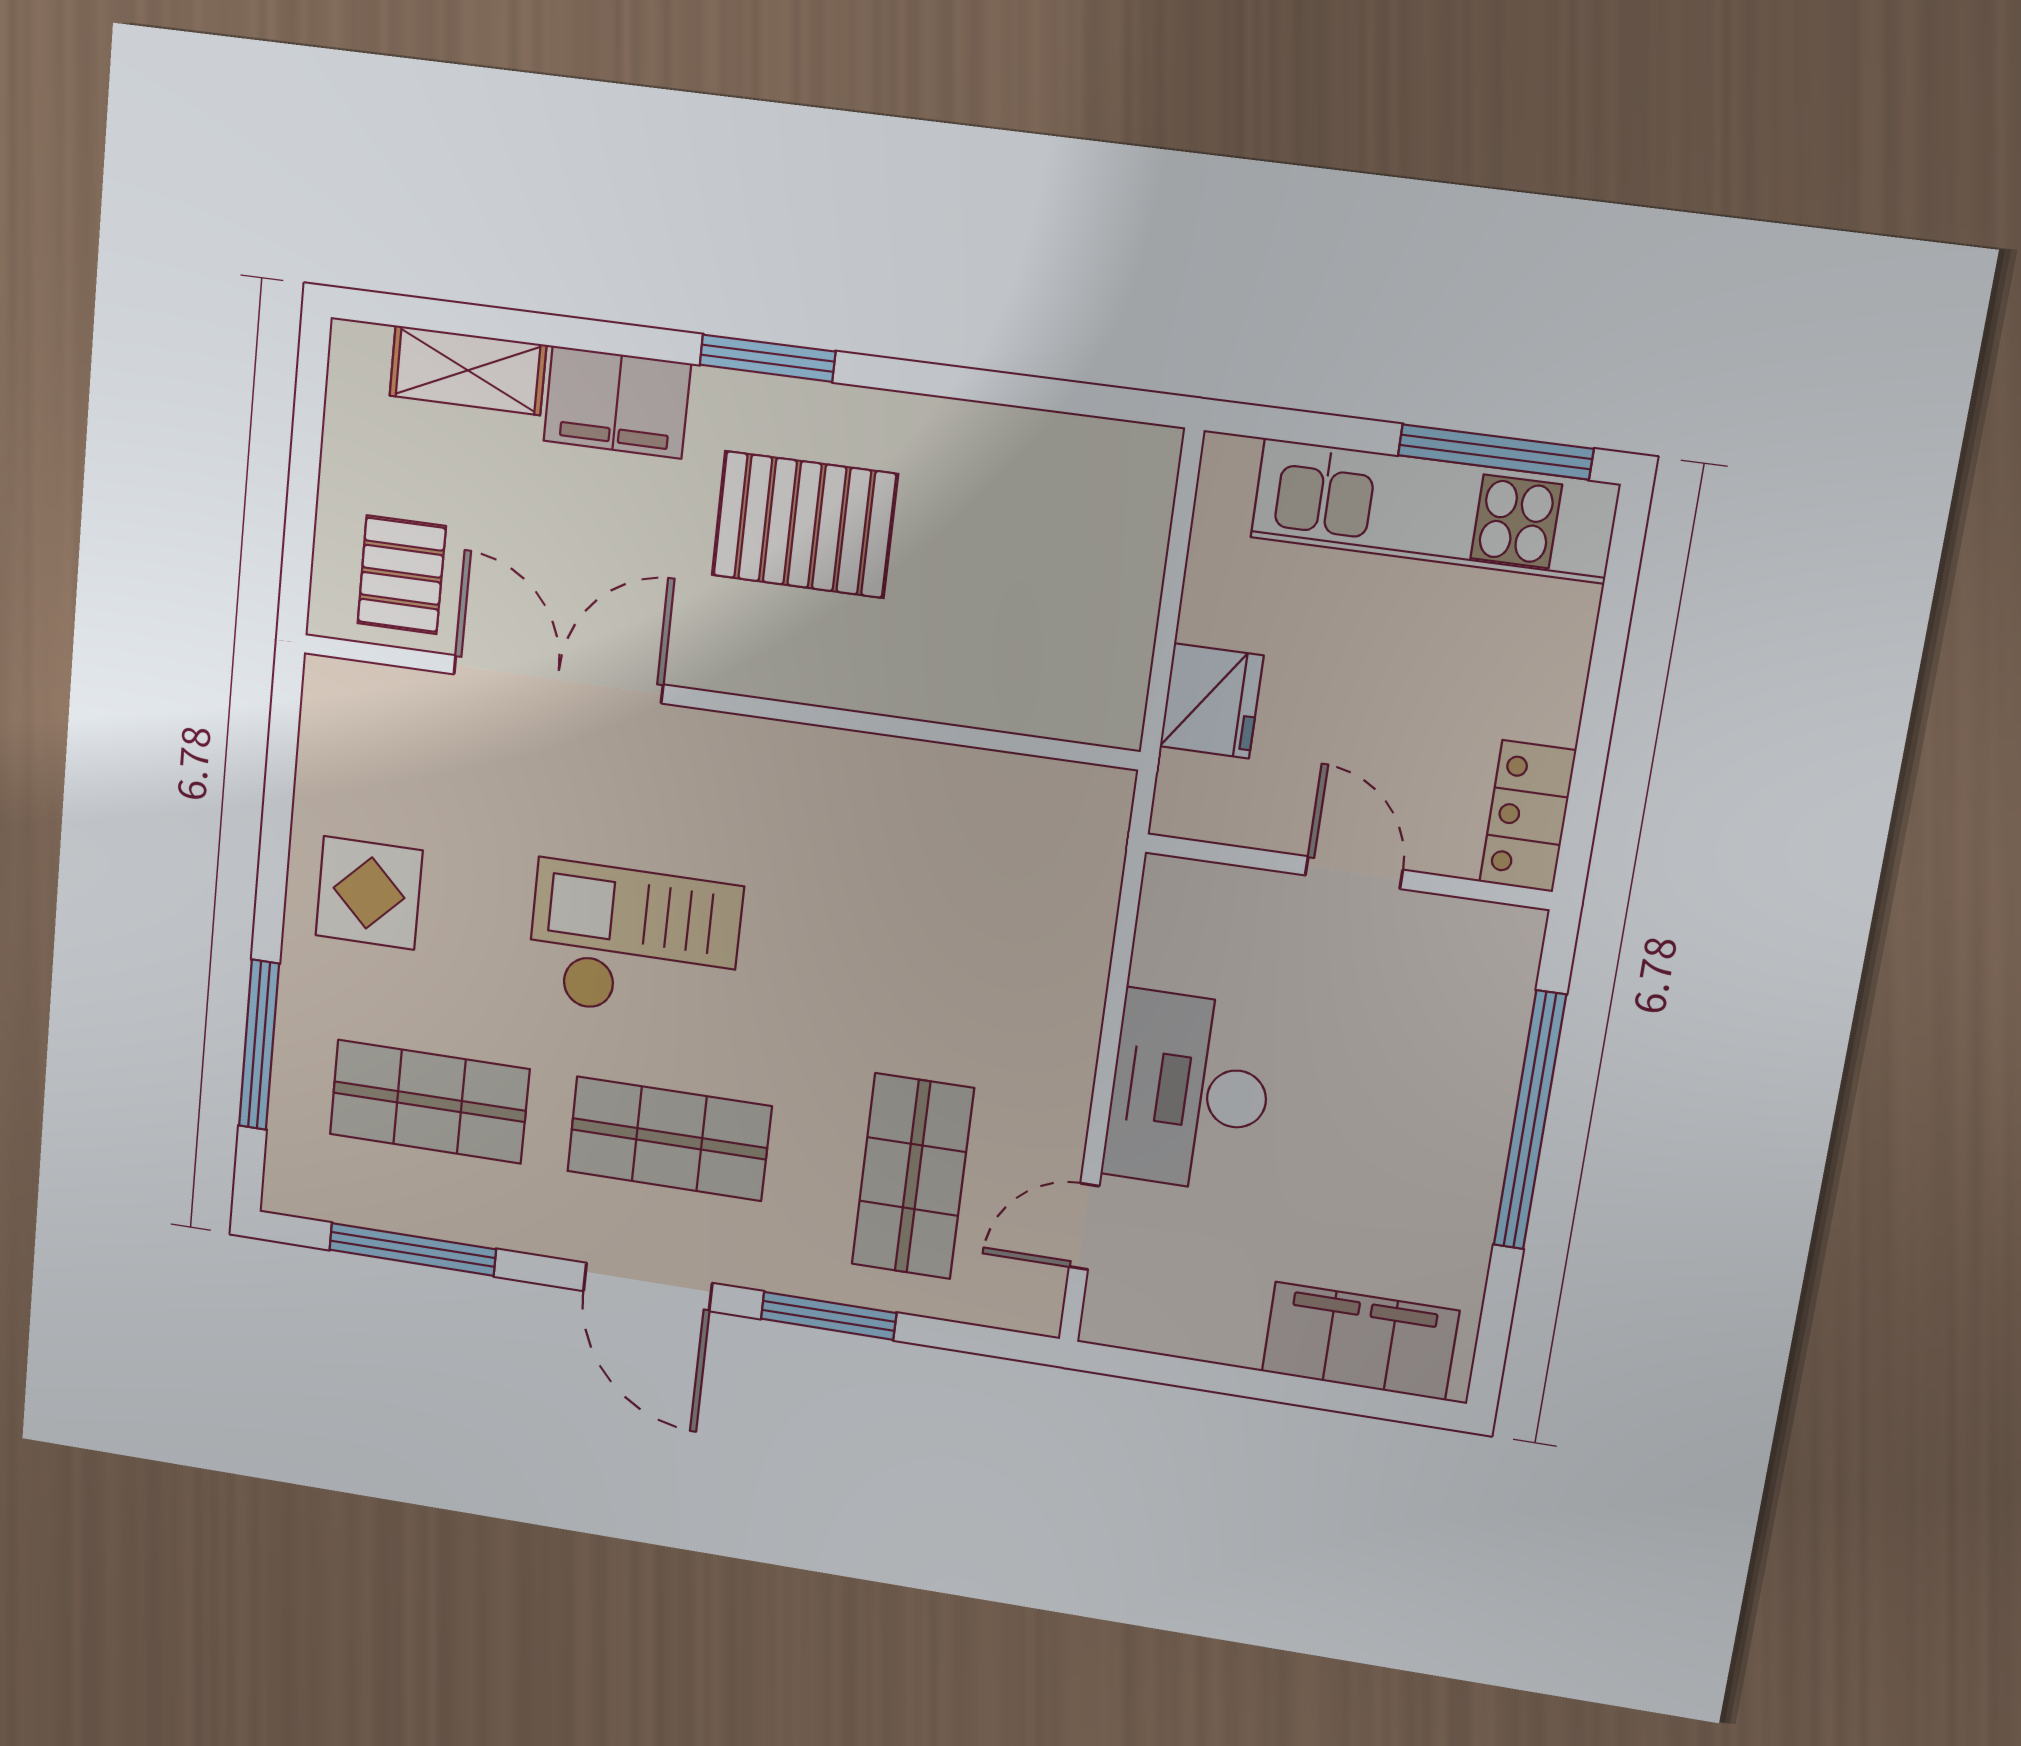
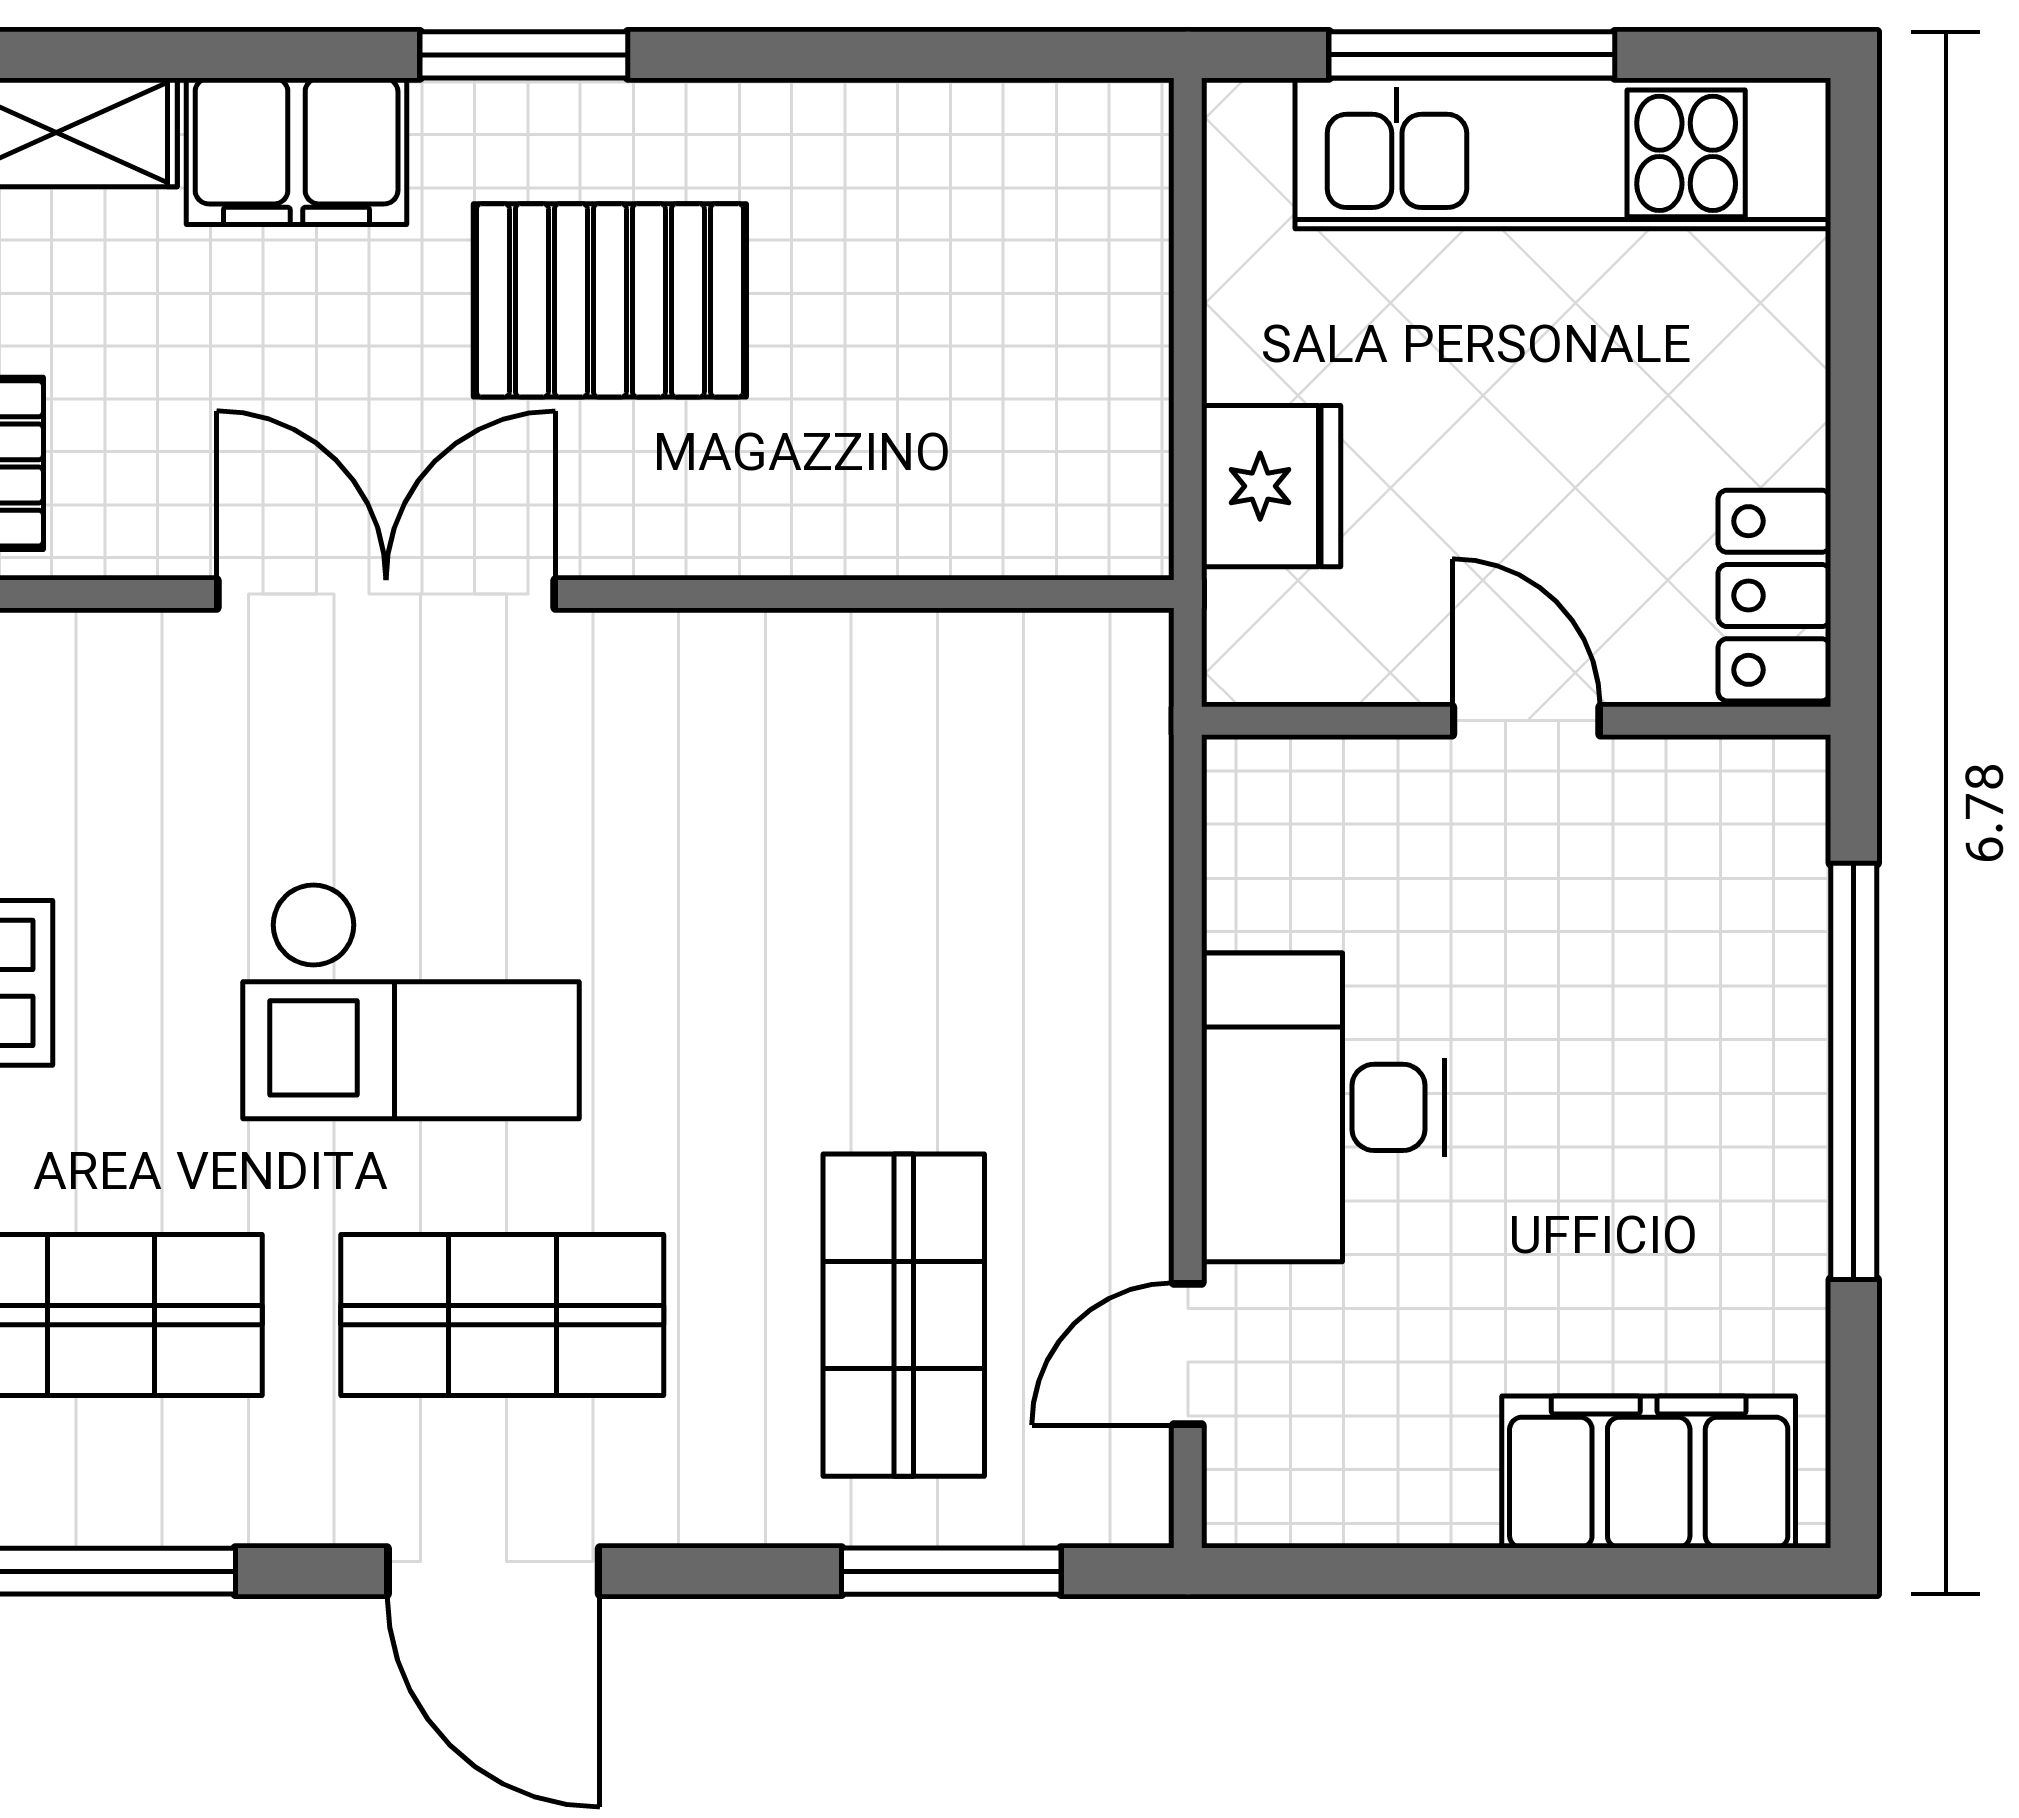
window: (1496, 452) -> (1472, 55), moved
double door: (558, 679) -> (386, 594), moved
checkout: (634, 943) -> (411, 1001), turned 180
window: (829, 1316) -> (951, 1571), moved

